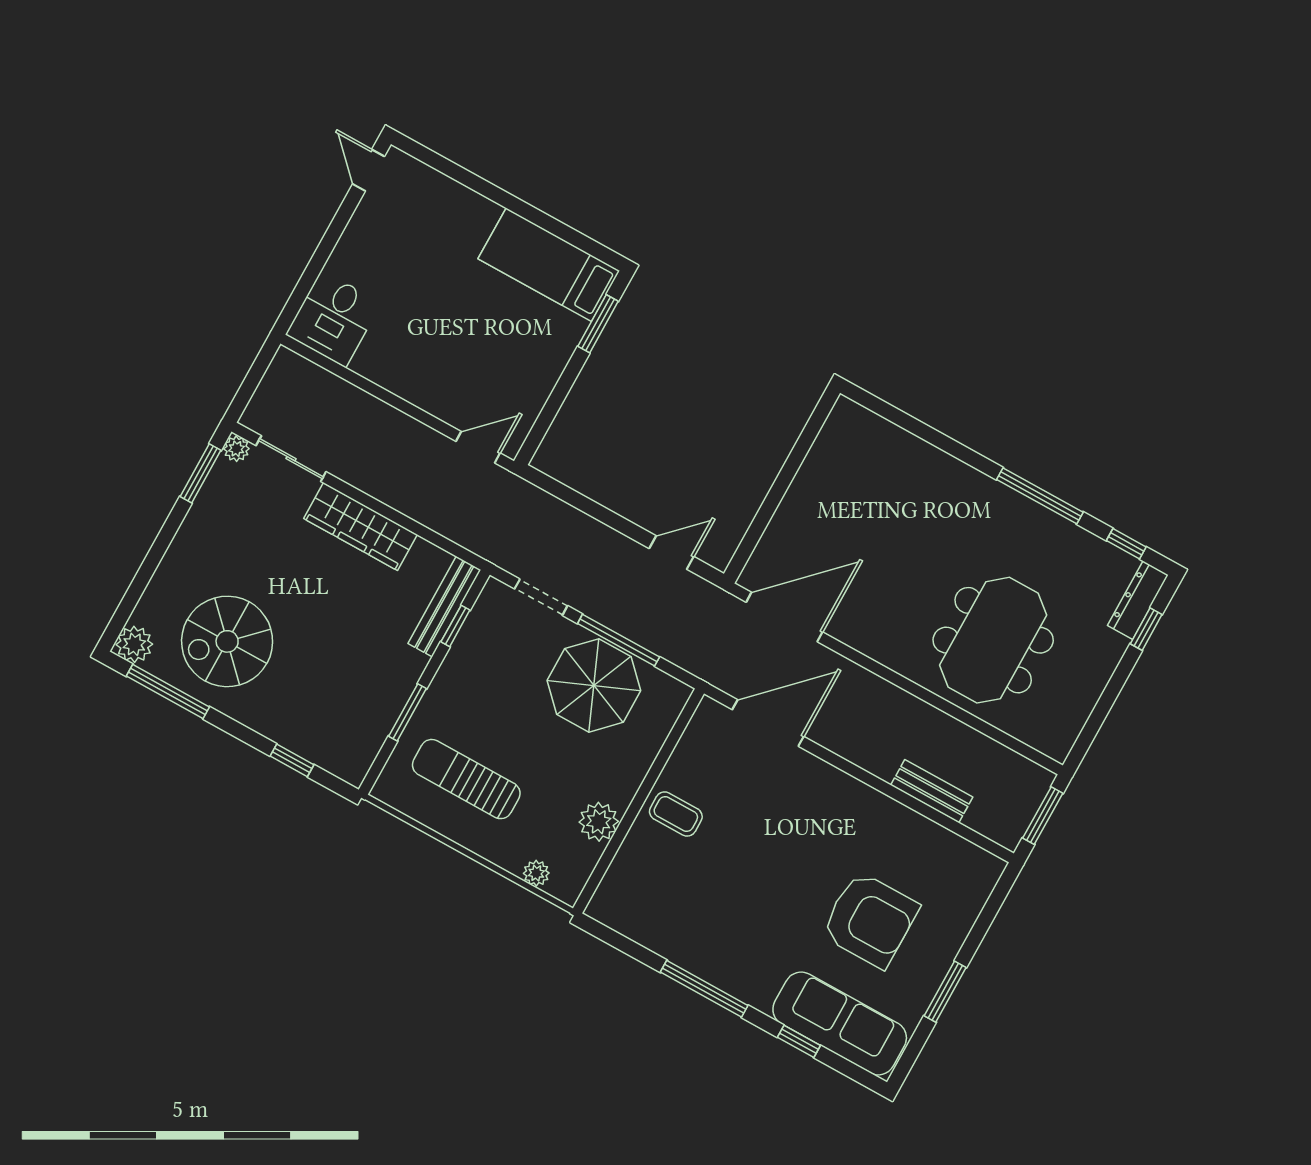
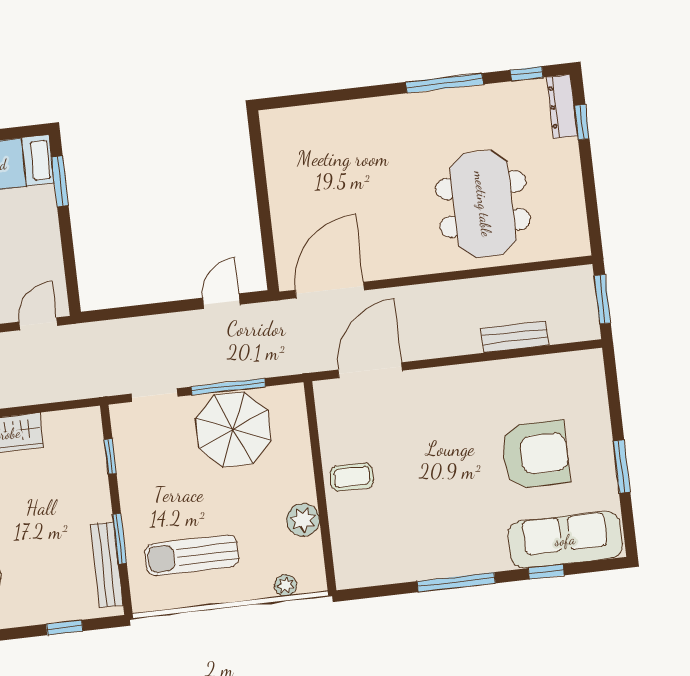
bench: (444, 607) -> (107, 565), moved

